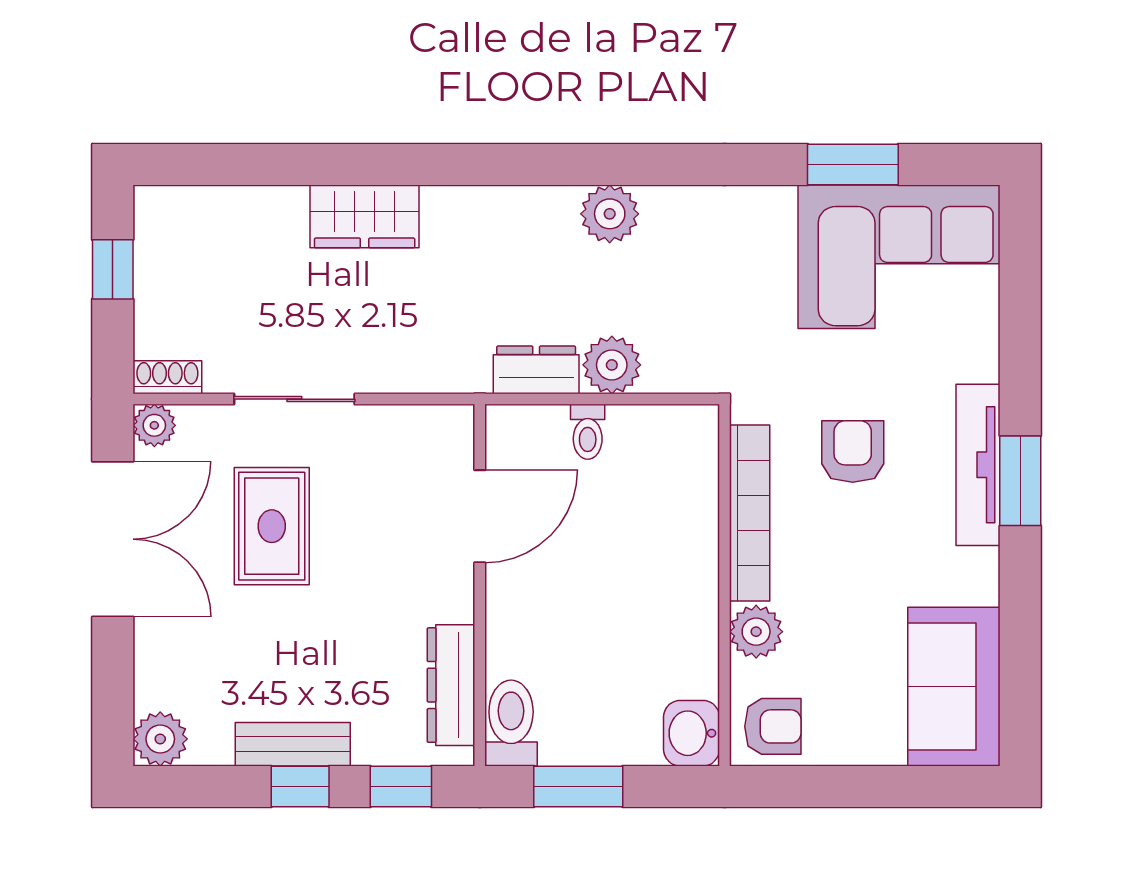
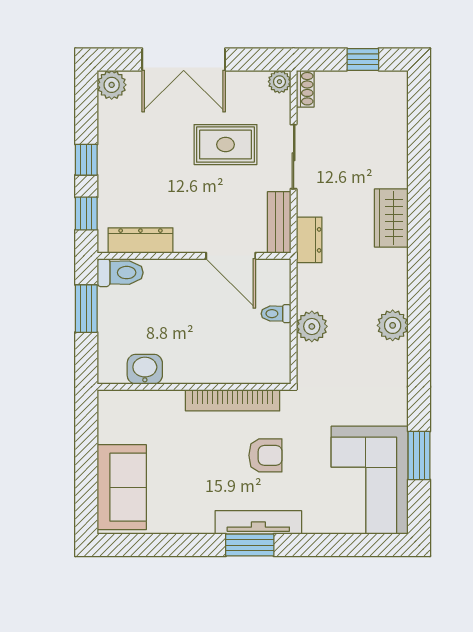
wardrobe: (365, 216) -> (391, 218), moved
dresser: (536, 370) -> (309, 240), moved
double door: (113, 539) -> (184, 59), moved
plant: (756, 632) -> (169, 404), removed
sofa: (954, 687) -> (122, 487), moved, turned 90
armchair: (773, 726) -> (118, 413), removed
washbasin: (692, 733) -> (145, 369), moved
bench: (293, 744) -> (279, 222), moved

